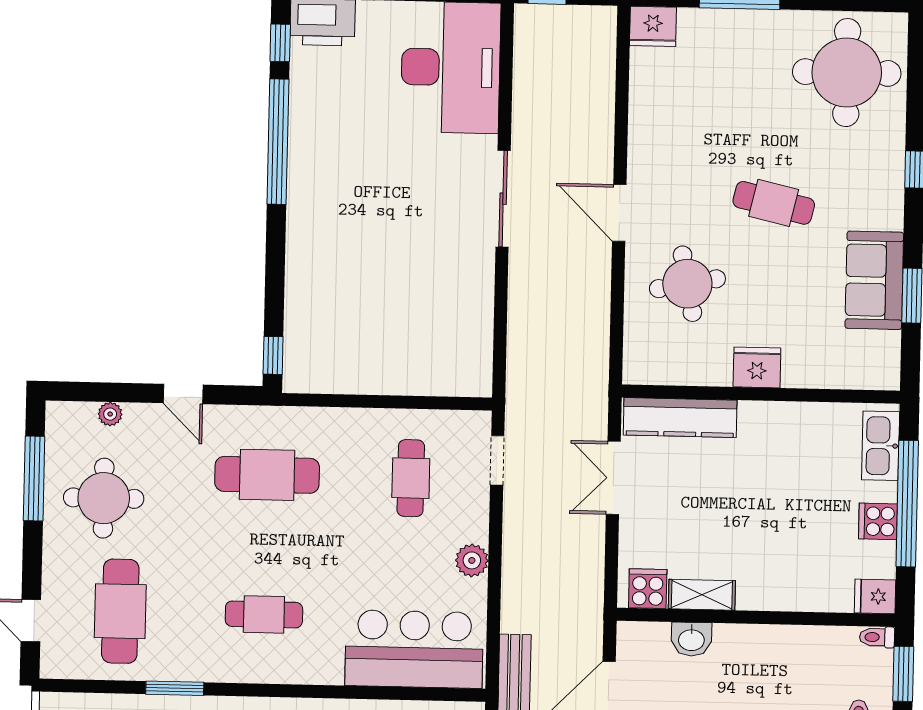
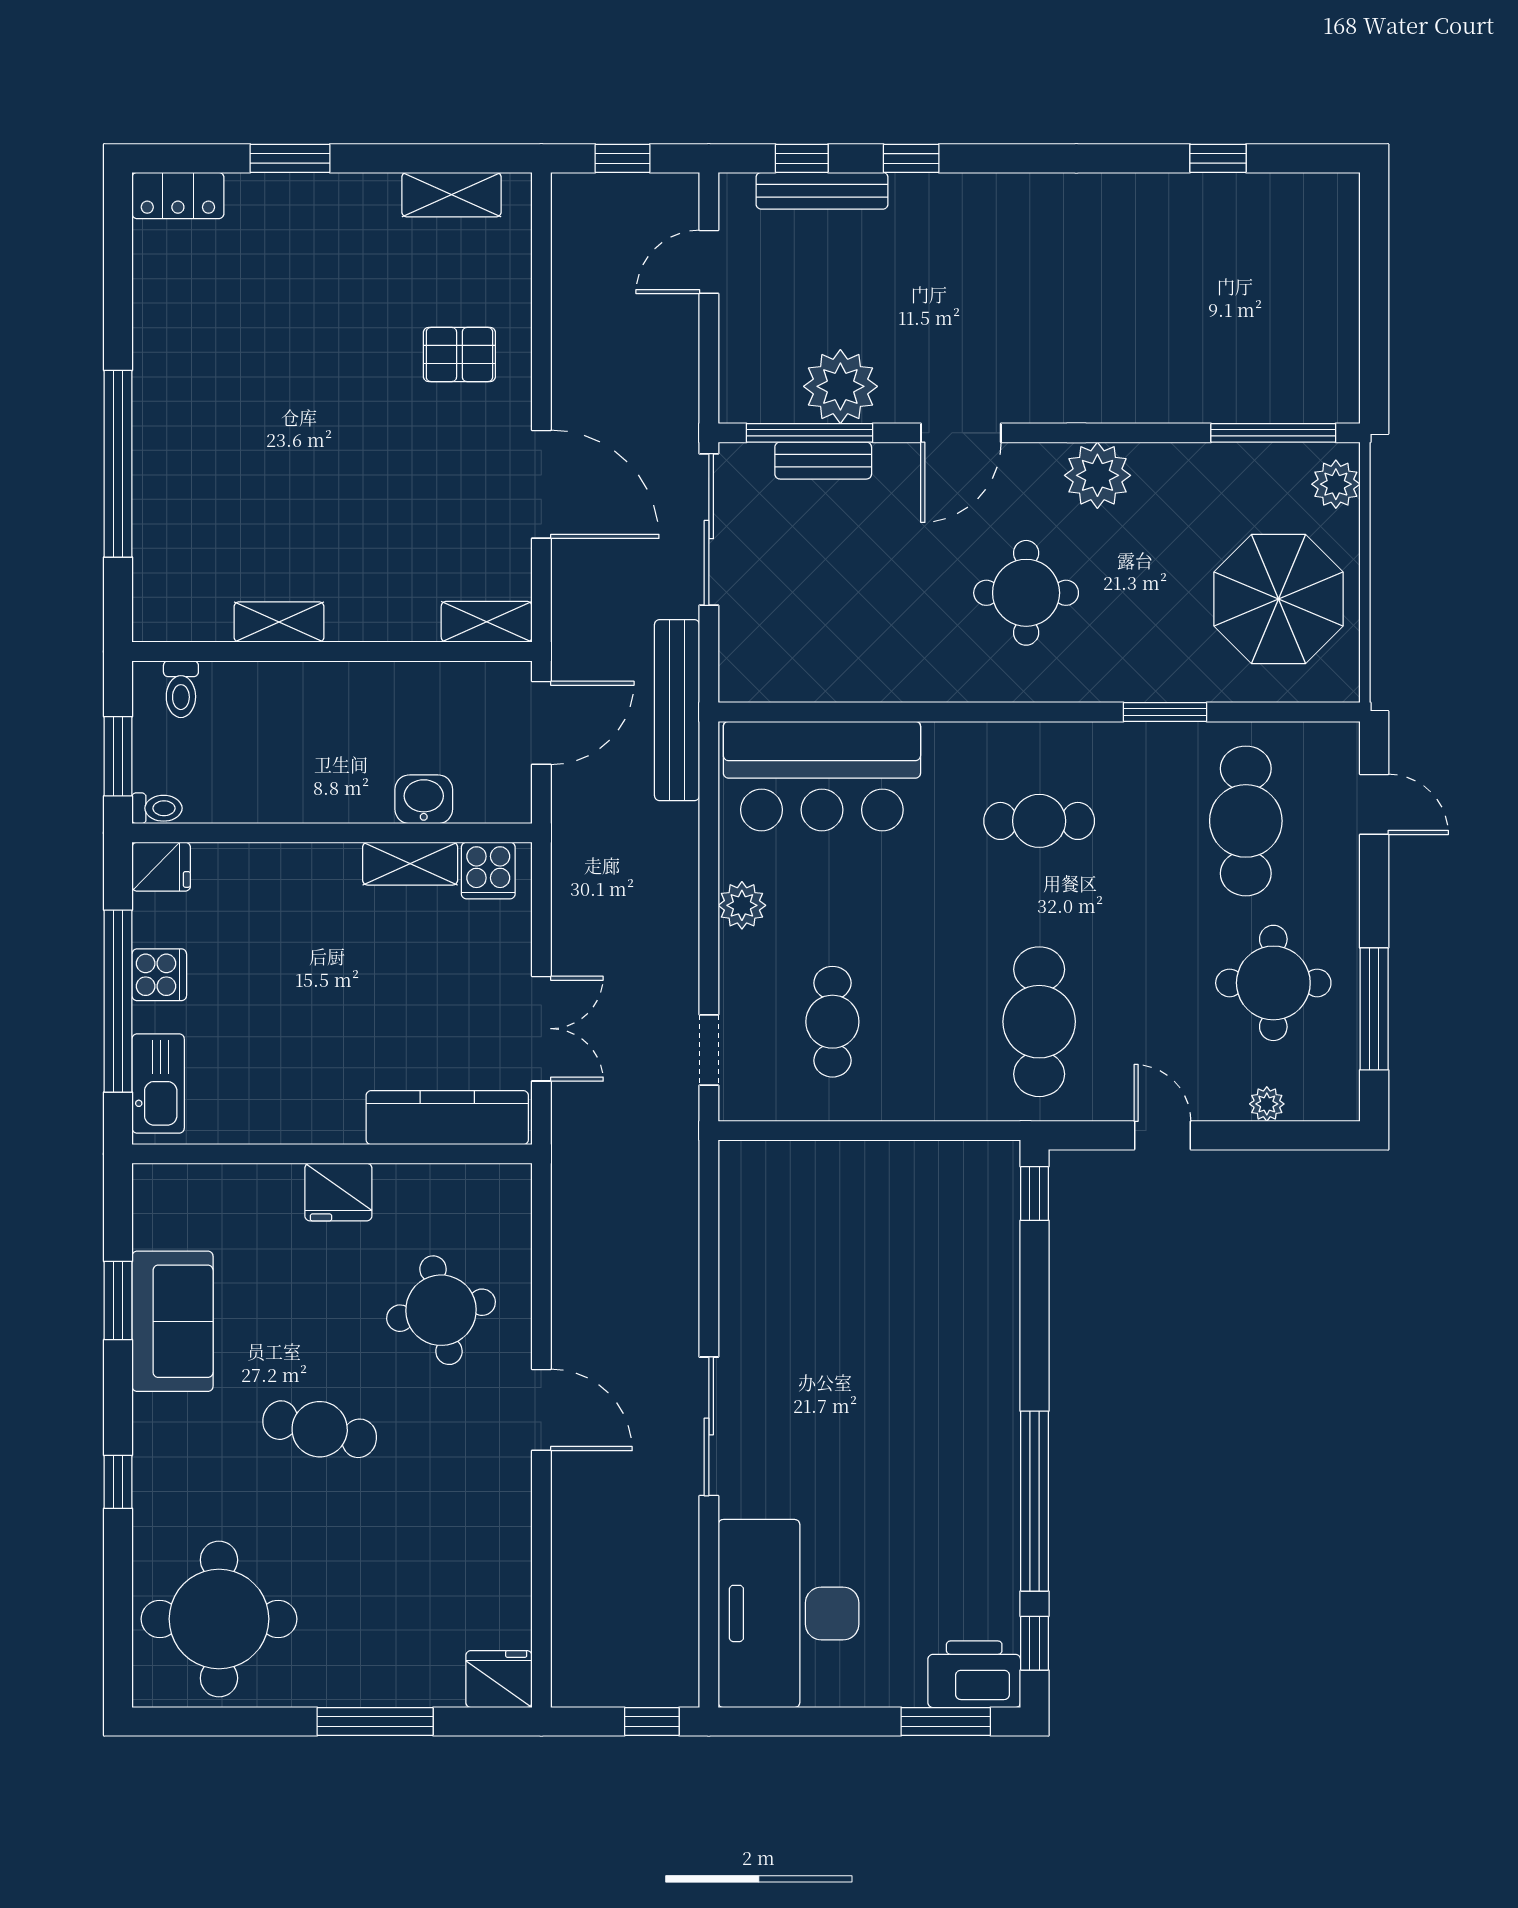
cafe table: (267, 475) -> (1039, 1022), turned 90

